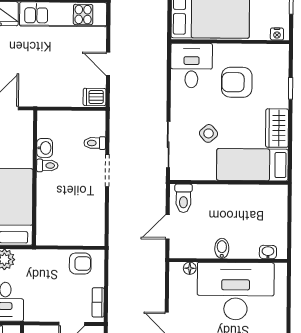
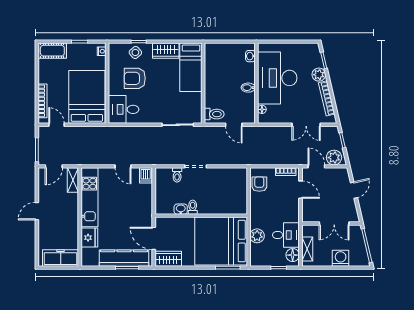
door: (108, 64) -> (123, 166), hinge flipped
armchair: (237, 82) -> (135, 78), turned 90
side table: (209, 133) -> (135, 52), moved

